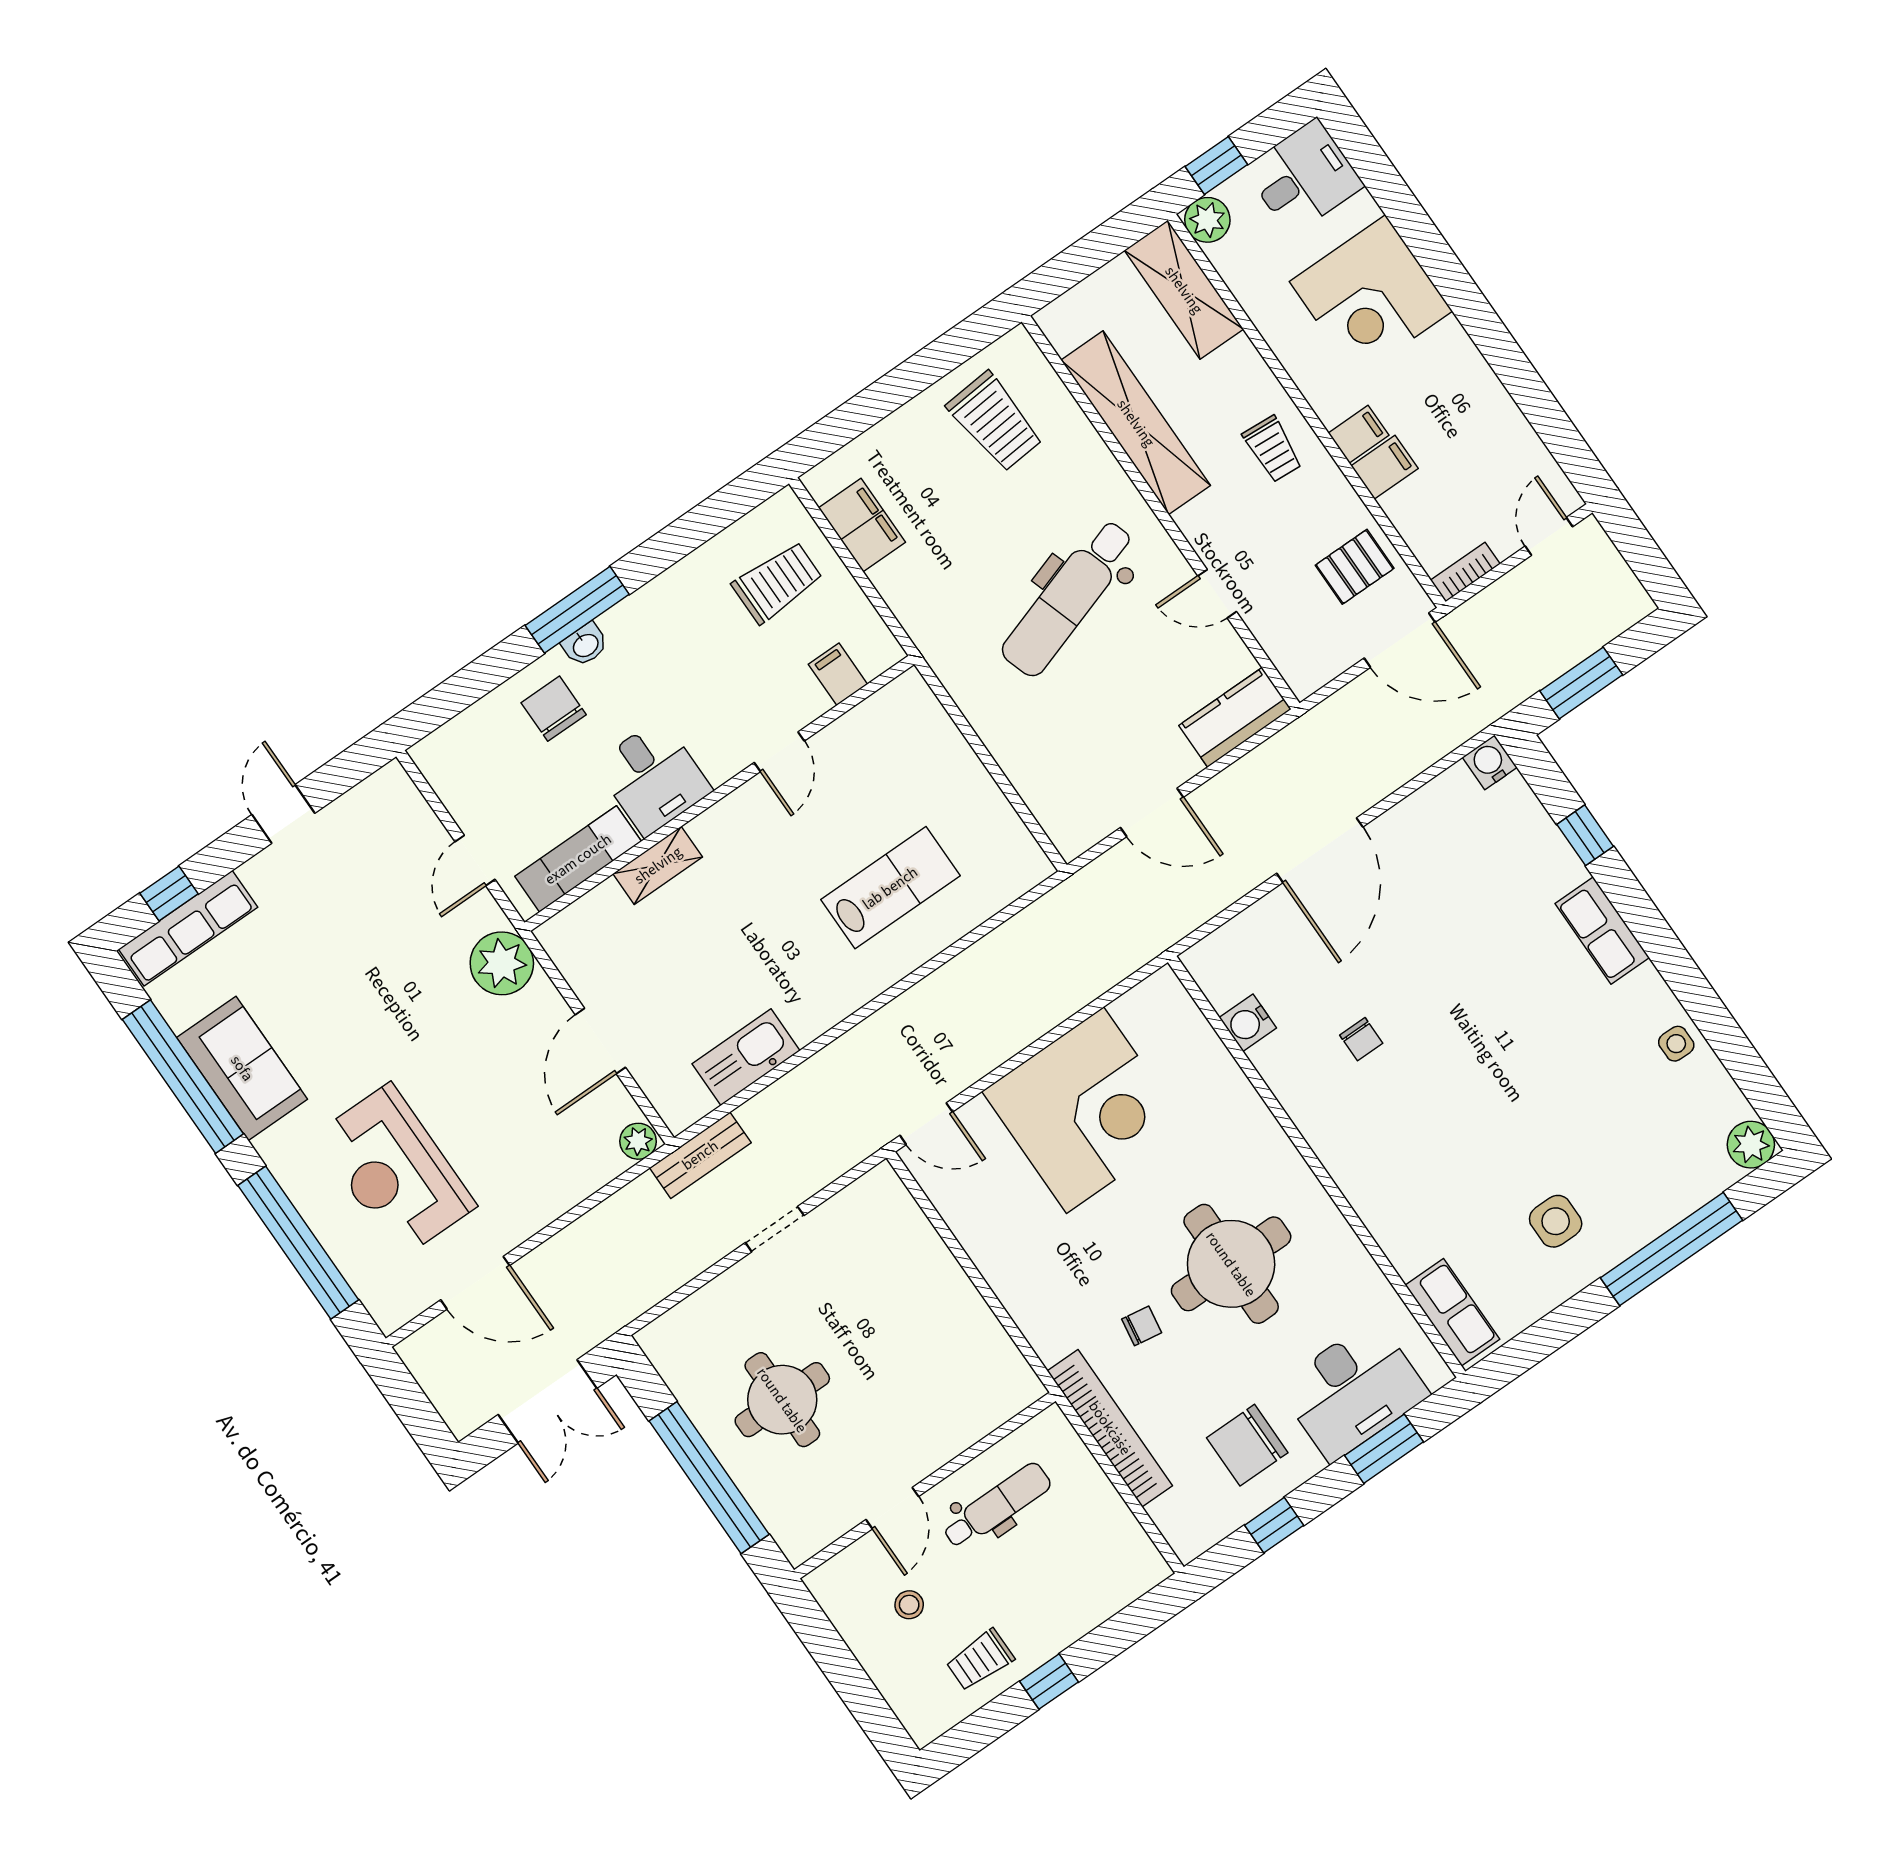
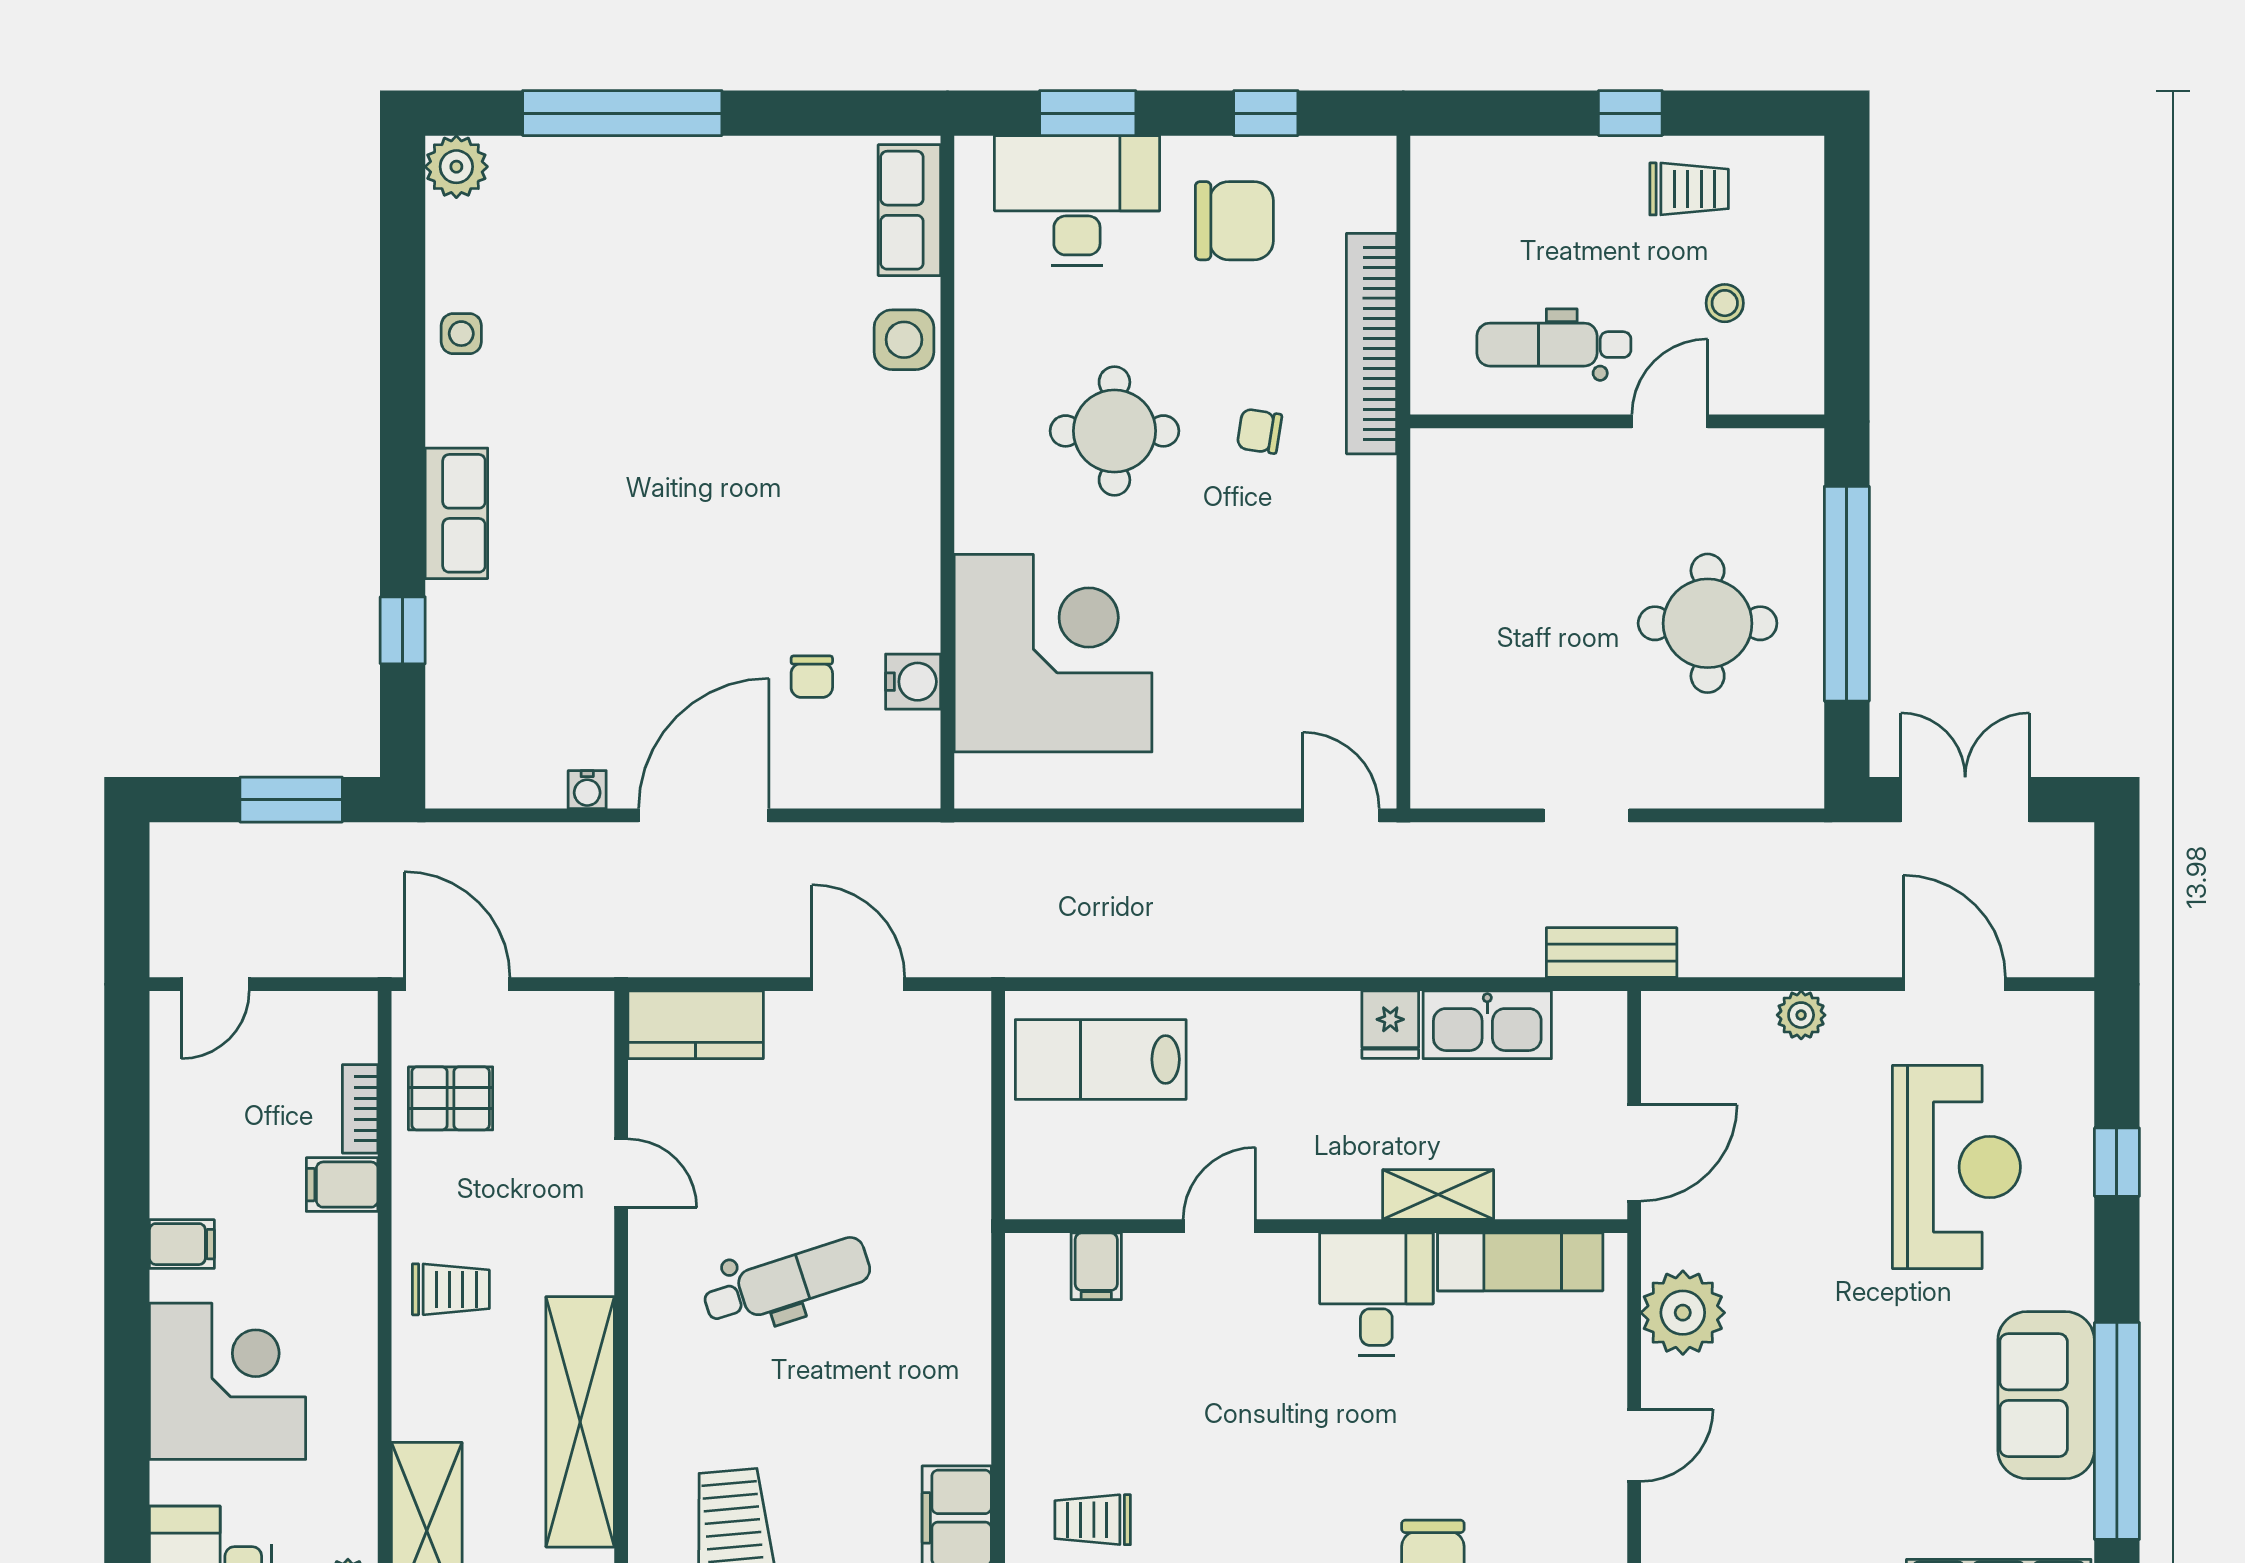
filing cabinet: (1359, 434) -> (182, 1244), moved, turned 180
trolley: (1272, 449) -> (451, 1289), turned 86
bookcase: (1465, 572) -> (360, 1109), moved, turned 90
trolley: (777, 582) -> (1093, 1520), width x0.73, depth x0.72
dental chair: (1068, 598) -> (787, 1282), width x0.73, depth x0.72
filing cabinet: (838, 674) -> (1096, 1266), moved
door: (779, 752) -> (1219, 1226), moved
water cooler: (1490, 762) -> (587, 790), moved, width x0.72, depth x0.72
desk: (653, 777) -> (1376, 1294), moved
wall: (719, 793) -> (1316, 1226), moved
exam couch: (578, 859) -> (1520, 1262), moved
shelving: (658, 865) -> (1438, 1194), moved
lab bench: (890, 888) -> (1101, 1059), moved
fridge: (806, 1016) -> (1390, 1025), added
chair: (1361, 1039) -> (812, 677), moved, turned 180
corner desk: (1085, 1110) -> (1053, 653), moved, turned 90
plant: (638, 1141) -> (1801, 1015), moved
side table: (1556, 1221) -> (904, 340), moved
window: (298, 1243) -> (2117, 1162), width x0.32
round table: (1231, 1264) -> (1114, 431), width x0.73, depth x0.73

